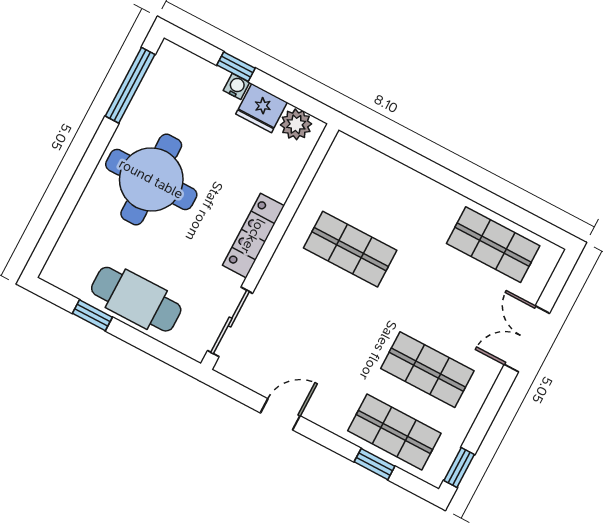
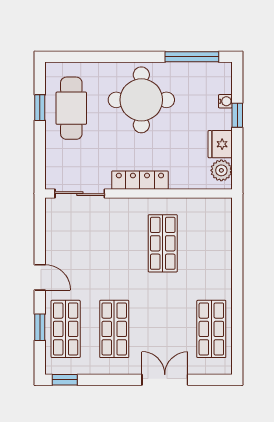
water cooler: (236, 86) -> (225, 101), moved
cafe table: (136, 299) -> (71, 108), moved
door: (280, 414) -> (40, 277), moved

